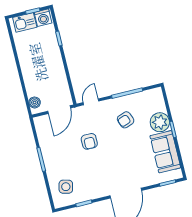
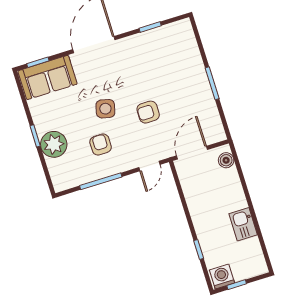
kitchen sink: (25, 22) -> (243, 224), moved, turned -90
armchair: (126, 120) -> (101, 145), turned -70
armchair: (89, 141) -> (148, 112), turned -90
sofa: (165, 152) -> (48, 77), moved, turned 90
side table: (66, 187) -> (105, 109), moved

